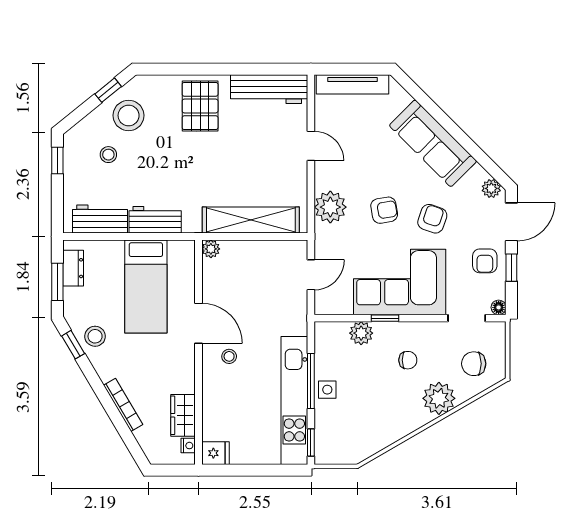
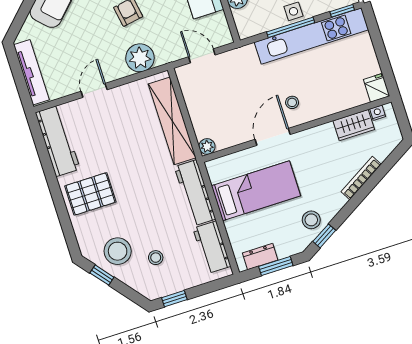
workbench: (155, 220) -> (195, 193), width x1.38

